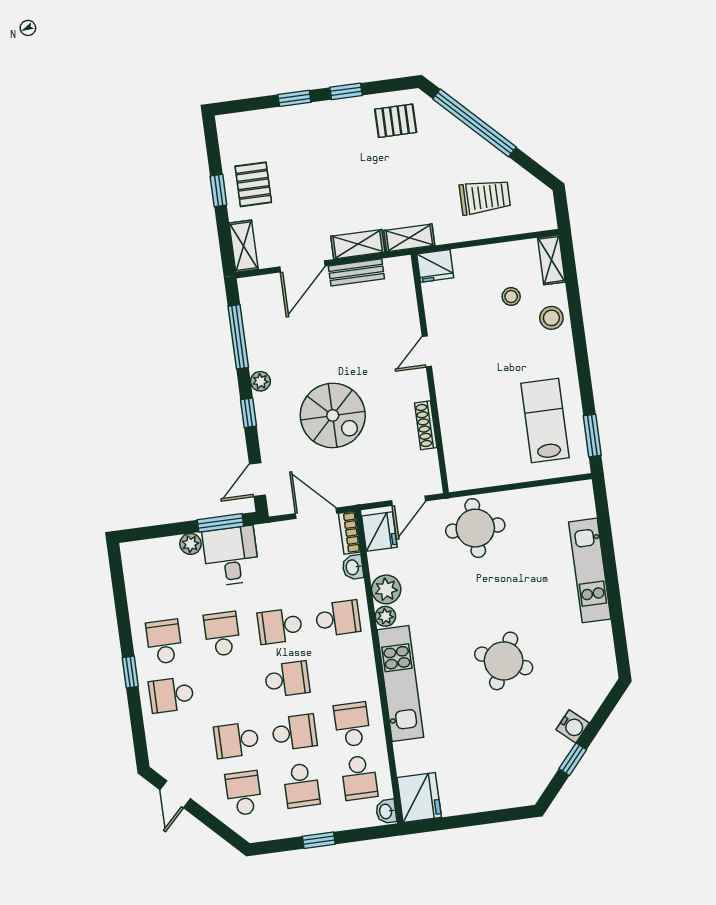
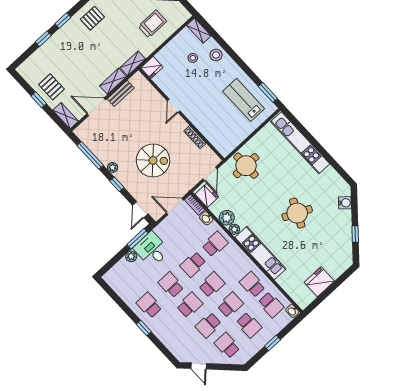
door: (302, 266) -> (96, 107), swing flipped
kitchen unit: (590, 570) -> (300, 143), width x1.36
school desk: (171, 695) -> (190, 305), moved, turned 180
water cooler: (573, 726) -> (345, 203), moved
fridge: (419, 797) -> (319, 282), moved, turned -90

